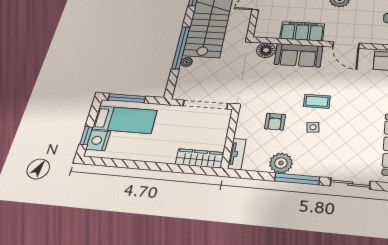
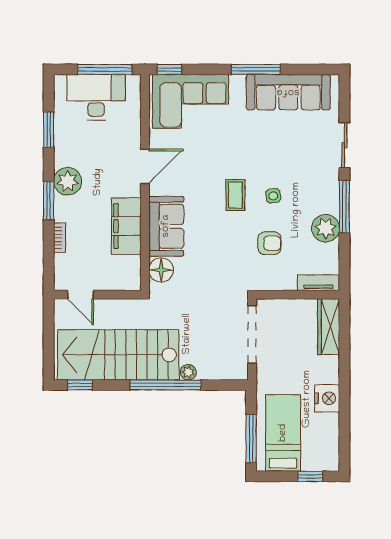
nightstand: (98, 140) -> (327, 398), moved, turned -90

